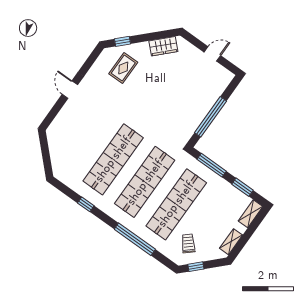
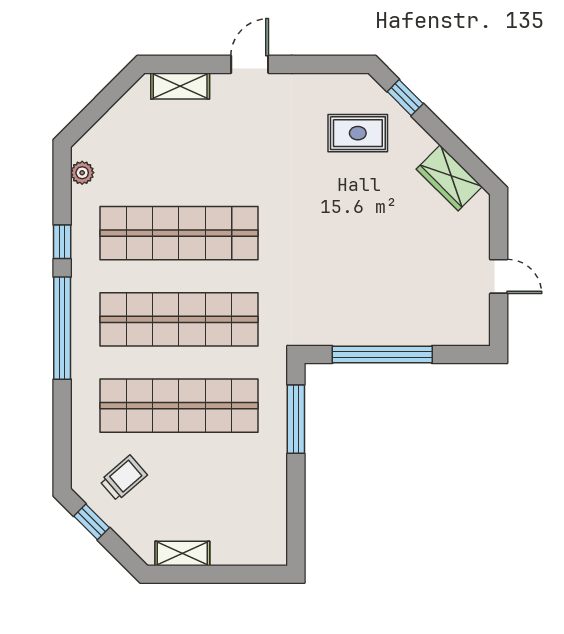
plant: (66, 179) -> (82, 173), added
window: (242, 187) -> (296, 504), removed
shelving: (251, 214) -> (180, 86), moved
window: (135, 239) -> (62, 328), moved

